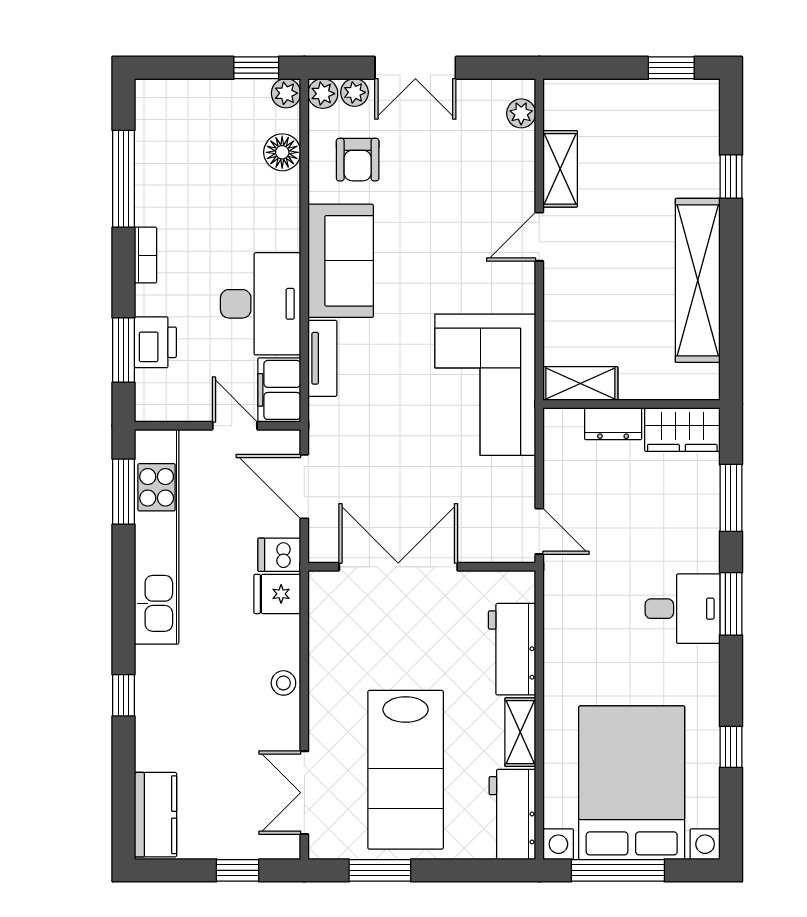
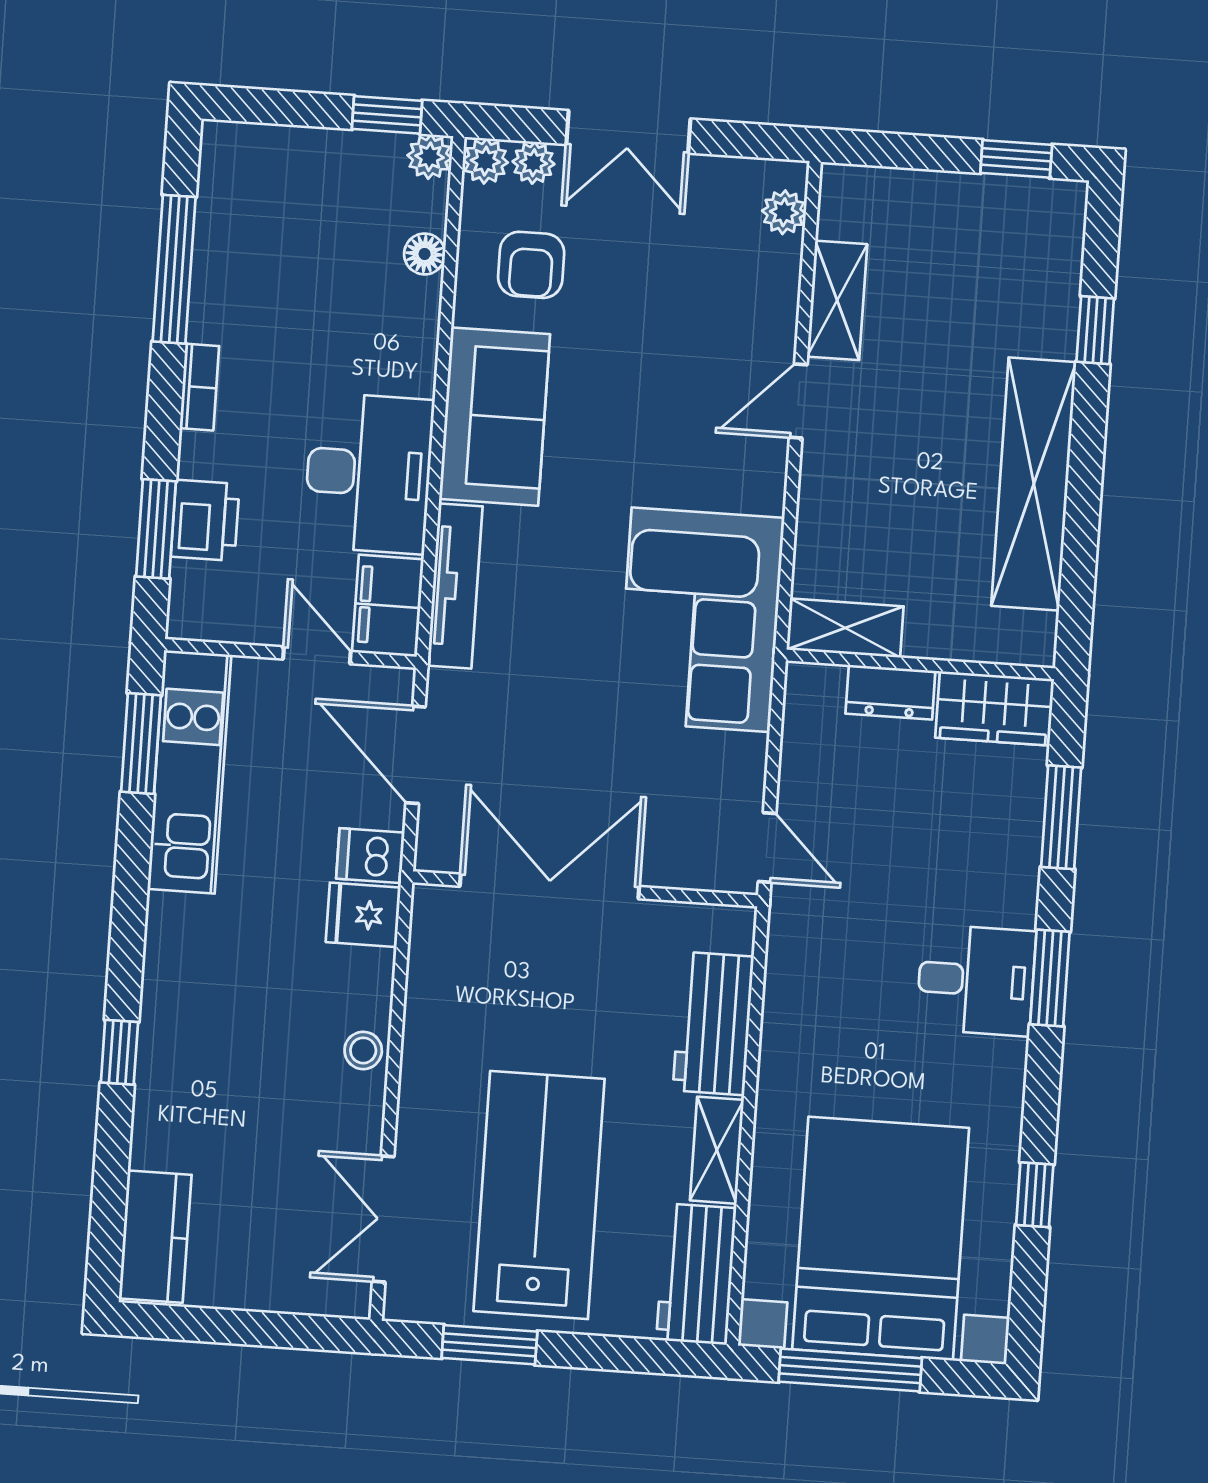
floor lamp: (282, 152) -> (425, 254), width x0.73, depth x0.73
tv unit: (322, 358) -> (455, 586), width x1.41
kitchen unit: (157, 537) -> (189, 772), width x0.73
lab bench: (406, 770) -> (539, 1195), turned 180
window: (238, 870) -> (274, 1330), removed

